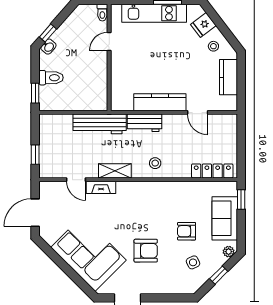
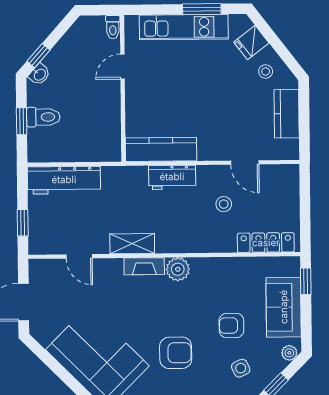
window: (35, 93) -> (22, 121), moved
kitchen counter: (160, 102) -> (161, 149), moved
workbench: (100, 124) -> (64, 180), moved
stool: (155, 163) -> (224, 204), moved
fireplace: (101, 187) -> (144, 266), moved
plant: (148, 190) -> (178, 269), added

